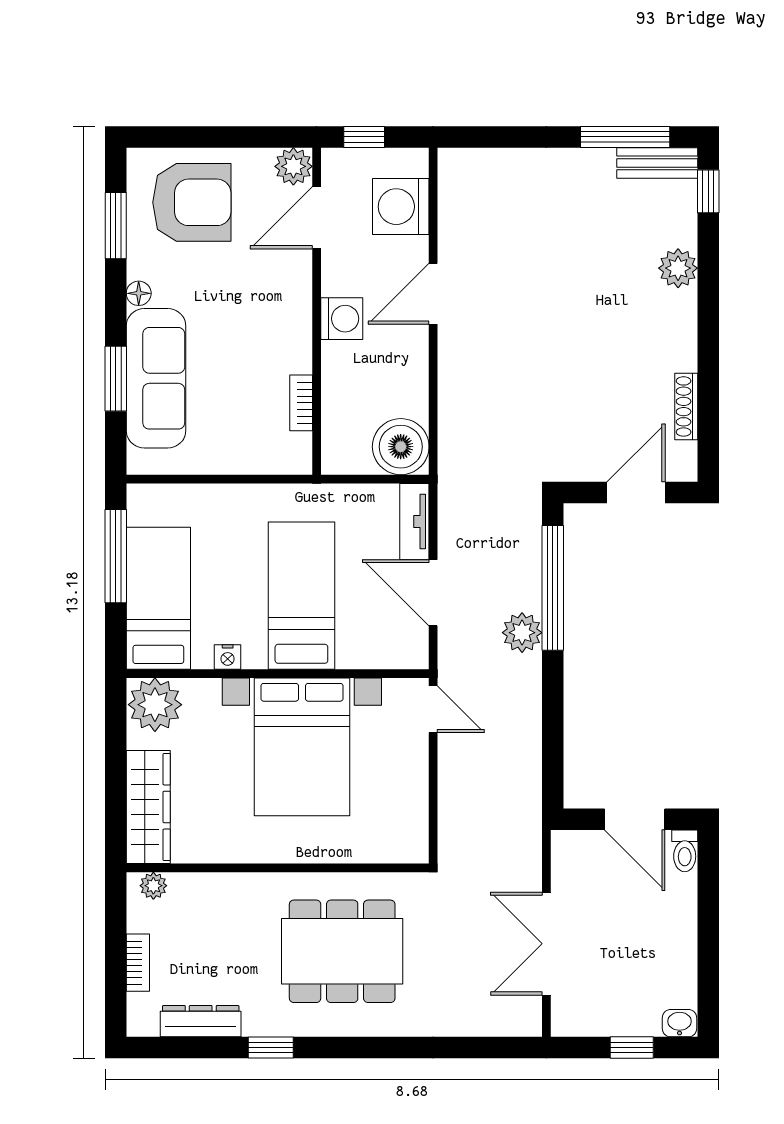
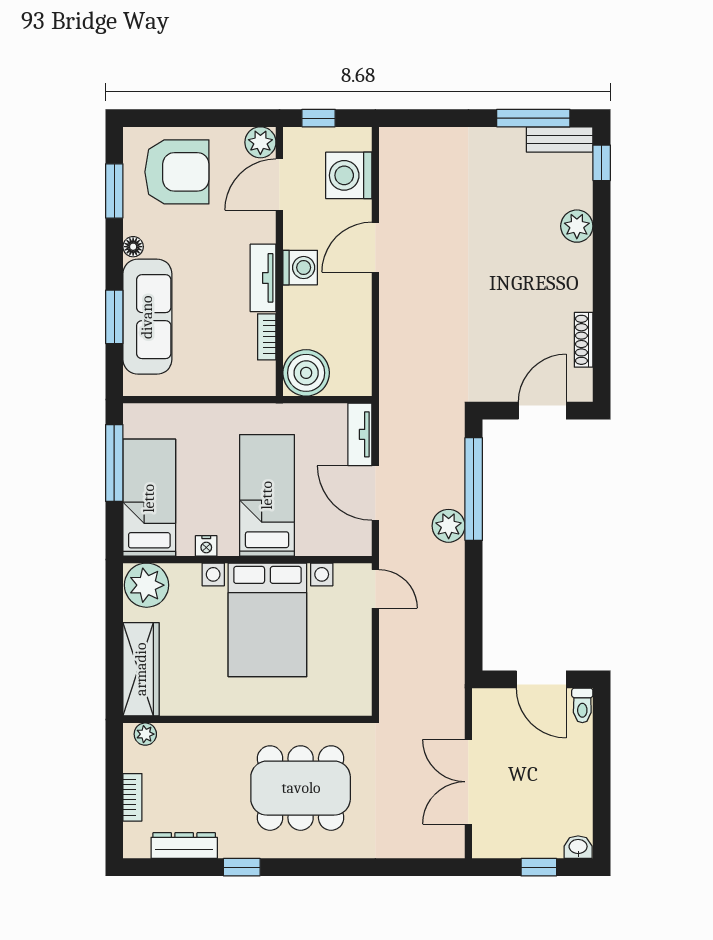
tv unit: (297, 331) -> (263, 278), added
boiler: (401, 447) -> (306, 373), moved

